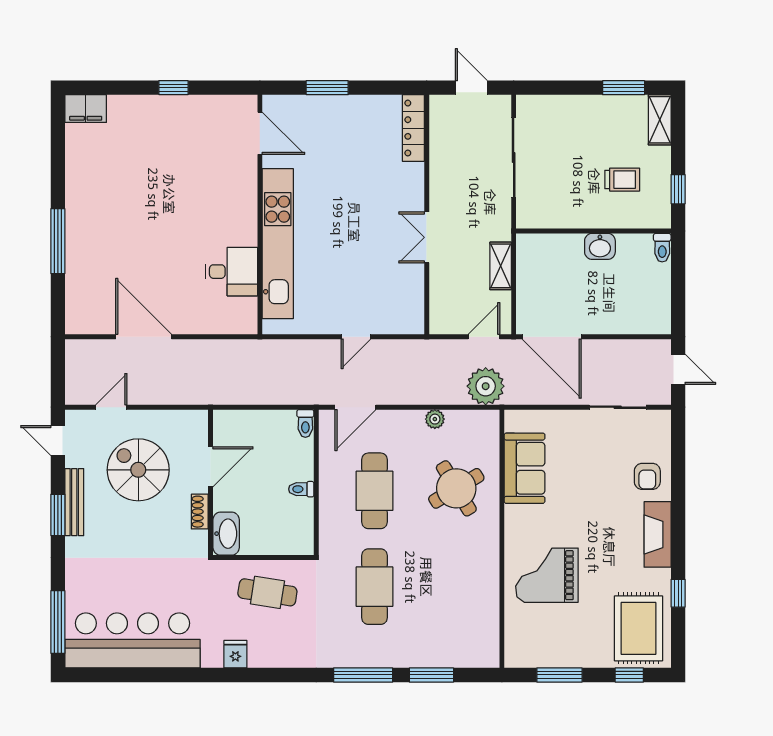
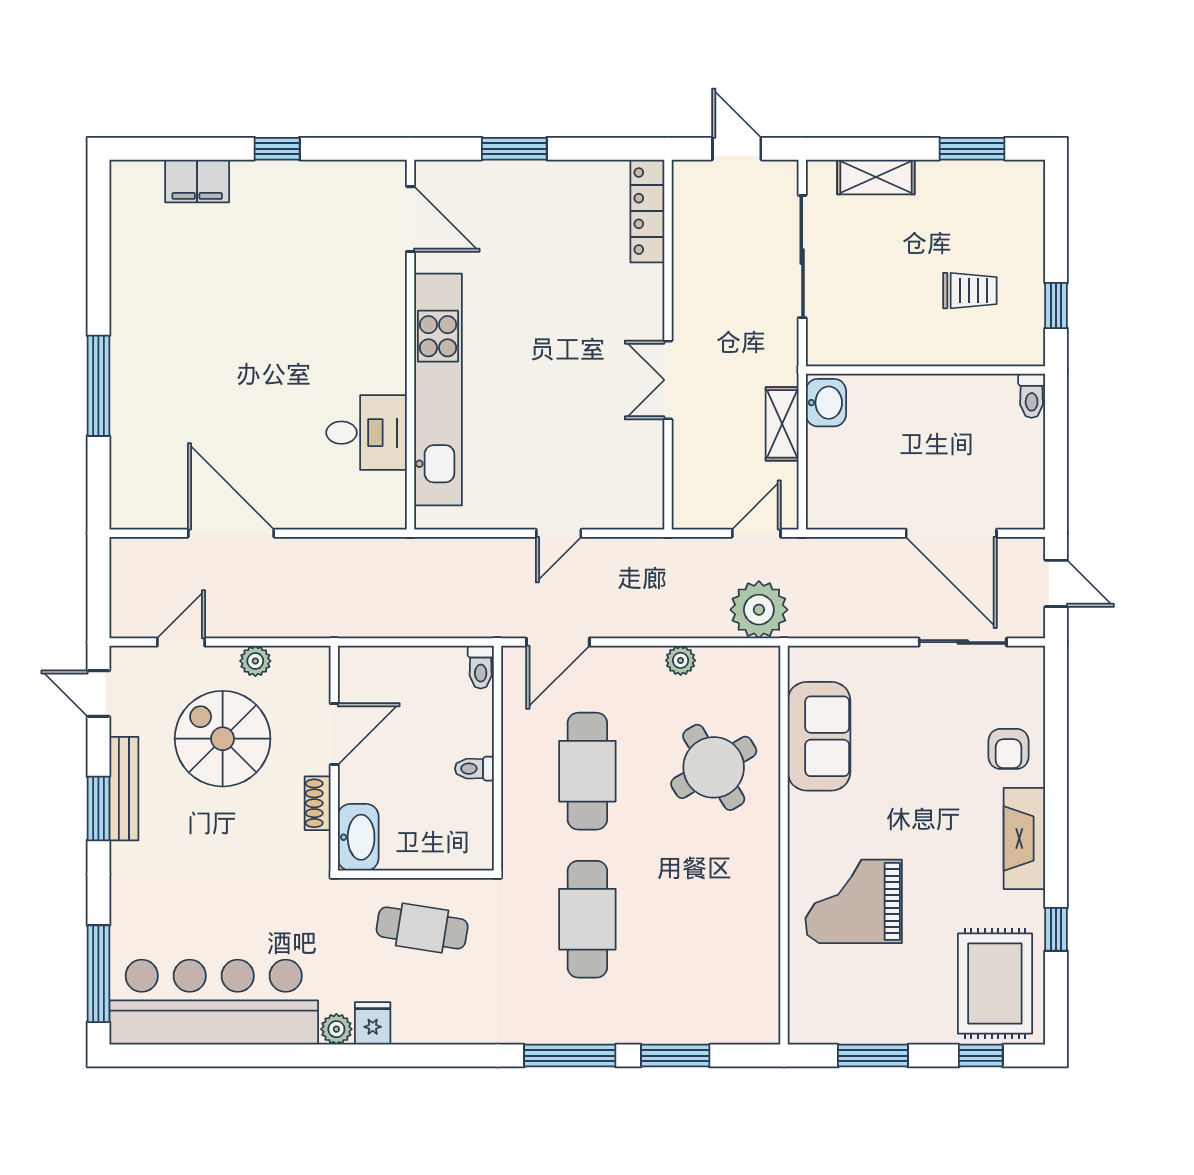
filing cabinet: (86, 109) -> (197, 181), moved
shelving: (660, 120) -> (876, 177), moved, turned 90
washbasin: (600, 246) -> (826, 403), moved, turned -90
door: (552, 337) -> (951, 533), moved
plant: (159, 419) -> (255, 661), added
plant: (212, 658) -> (336, 1029), added

